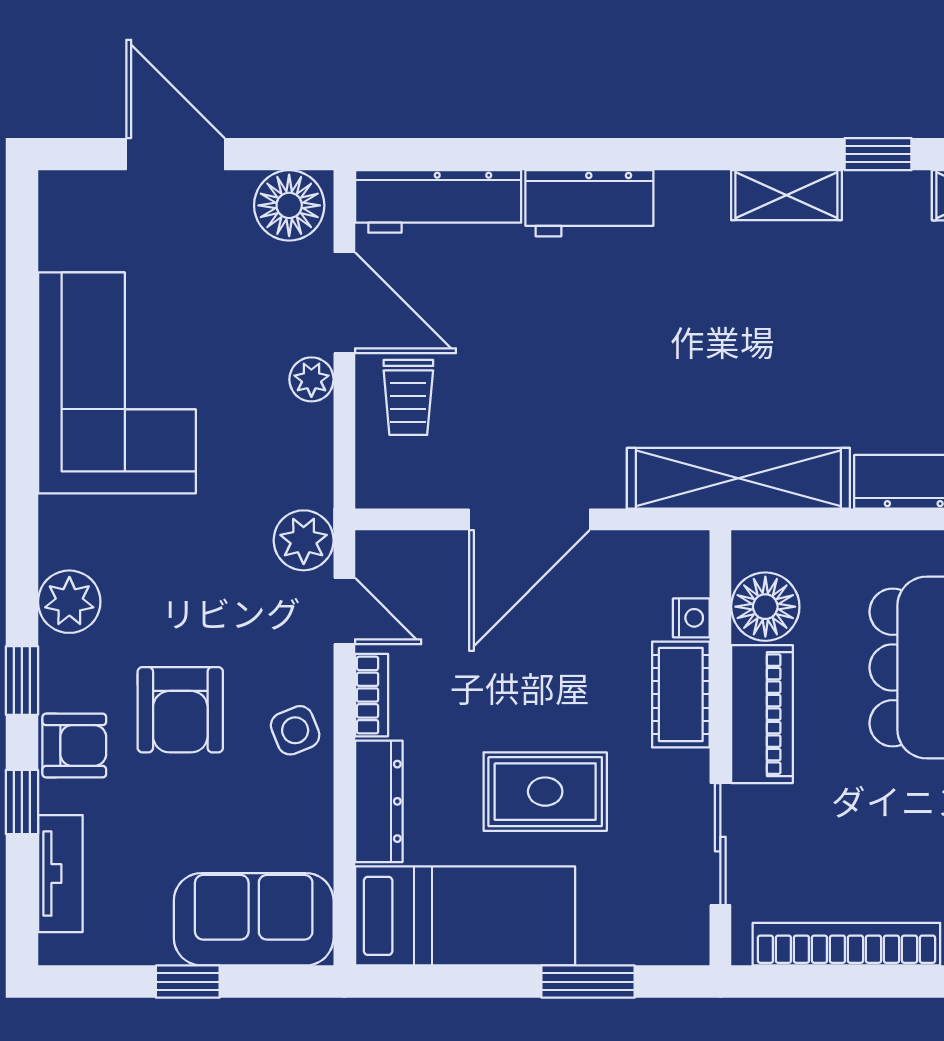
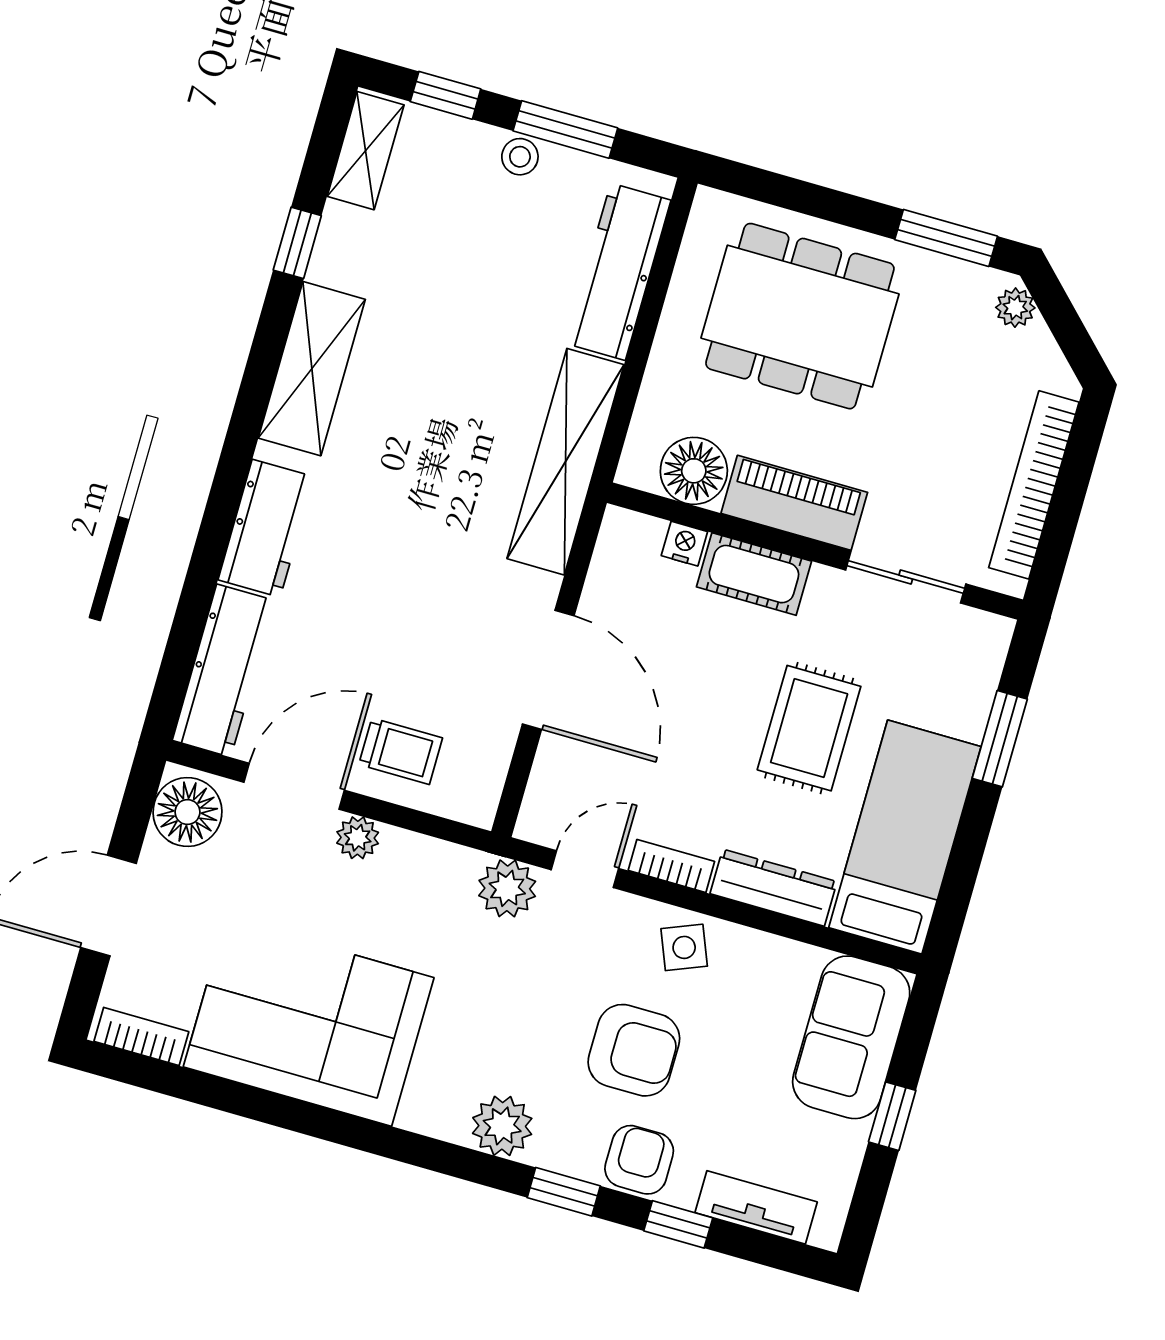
shelving: (786, 195) -> (312, 369), width x1.50, depth x1.33
bookcase: (56, 223) -> (141, 1037), added

